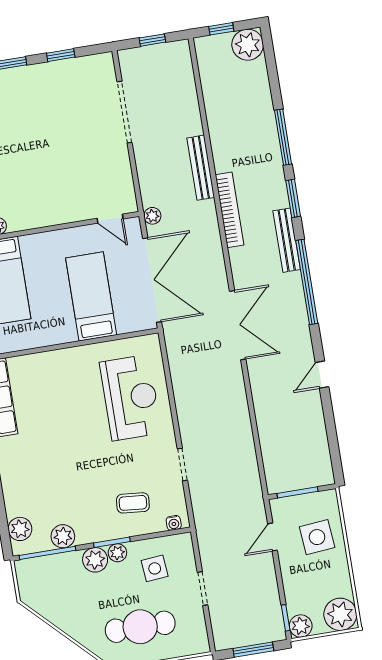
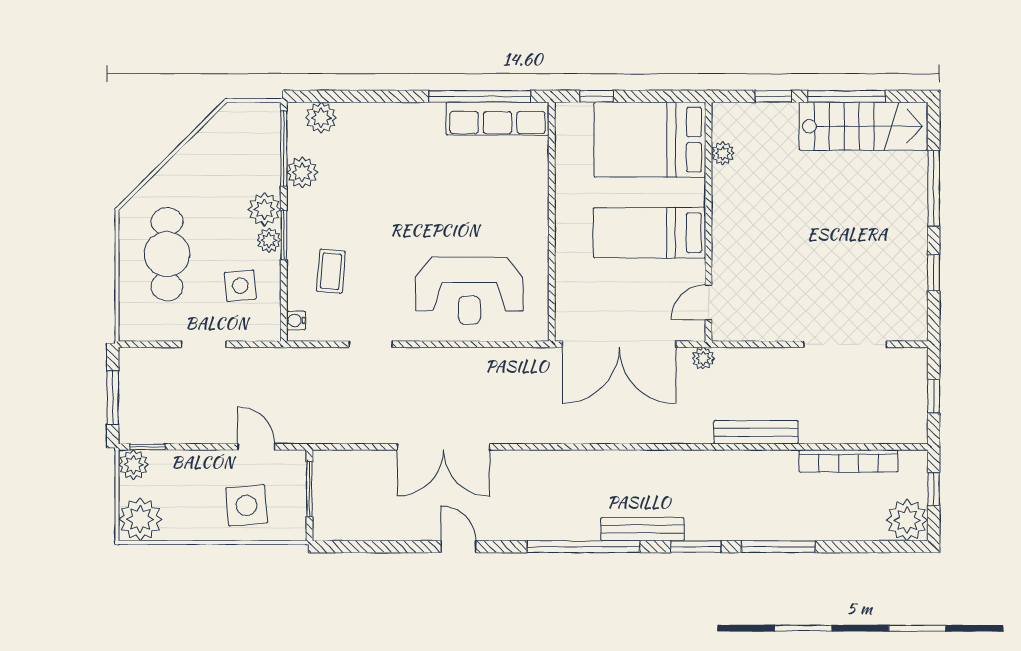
bookcase: (230, 210) -> (848, 461), moved
bed: (91, 296) -> (649, 233), moved, turned 180
double door: (238, 325) -> (443, 447), moved

